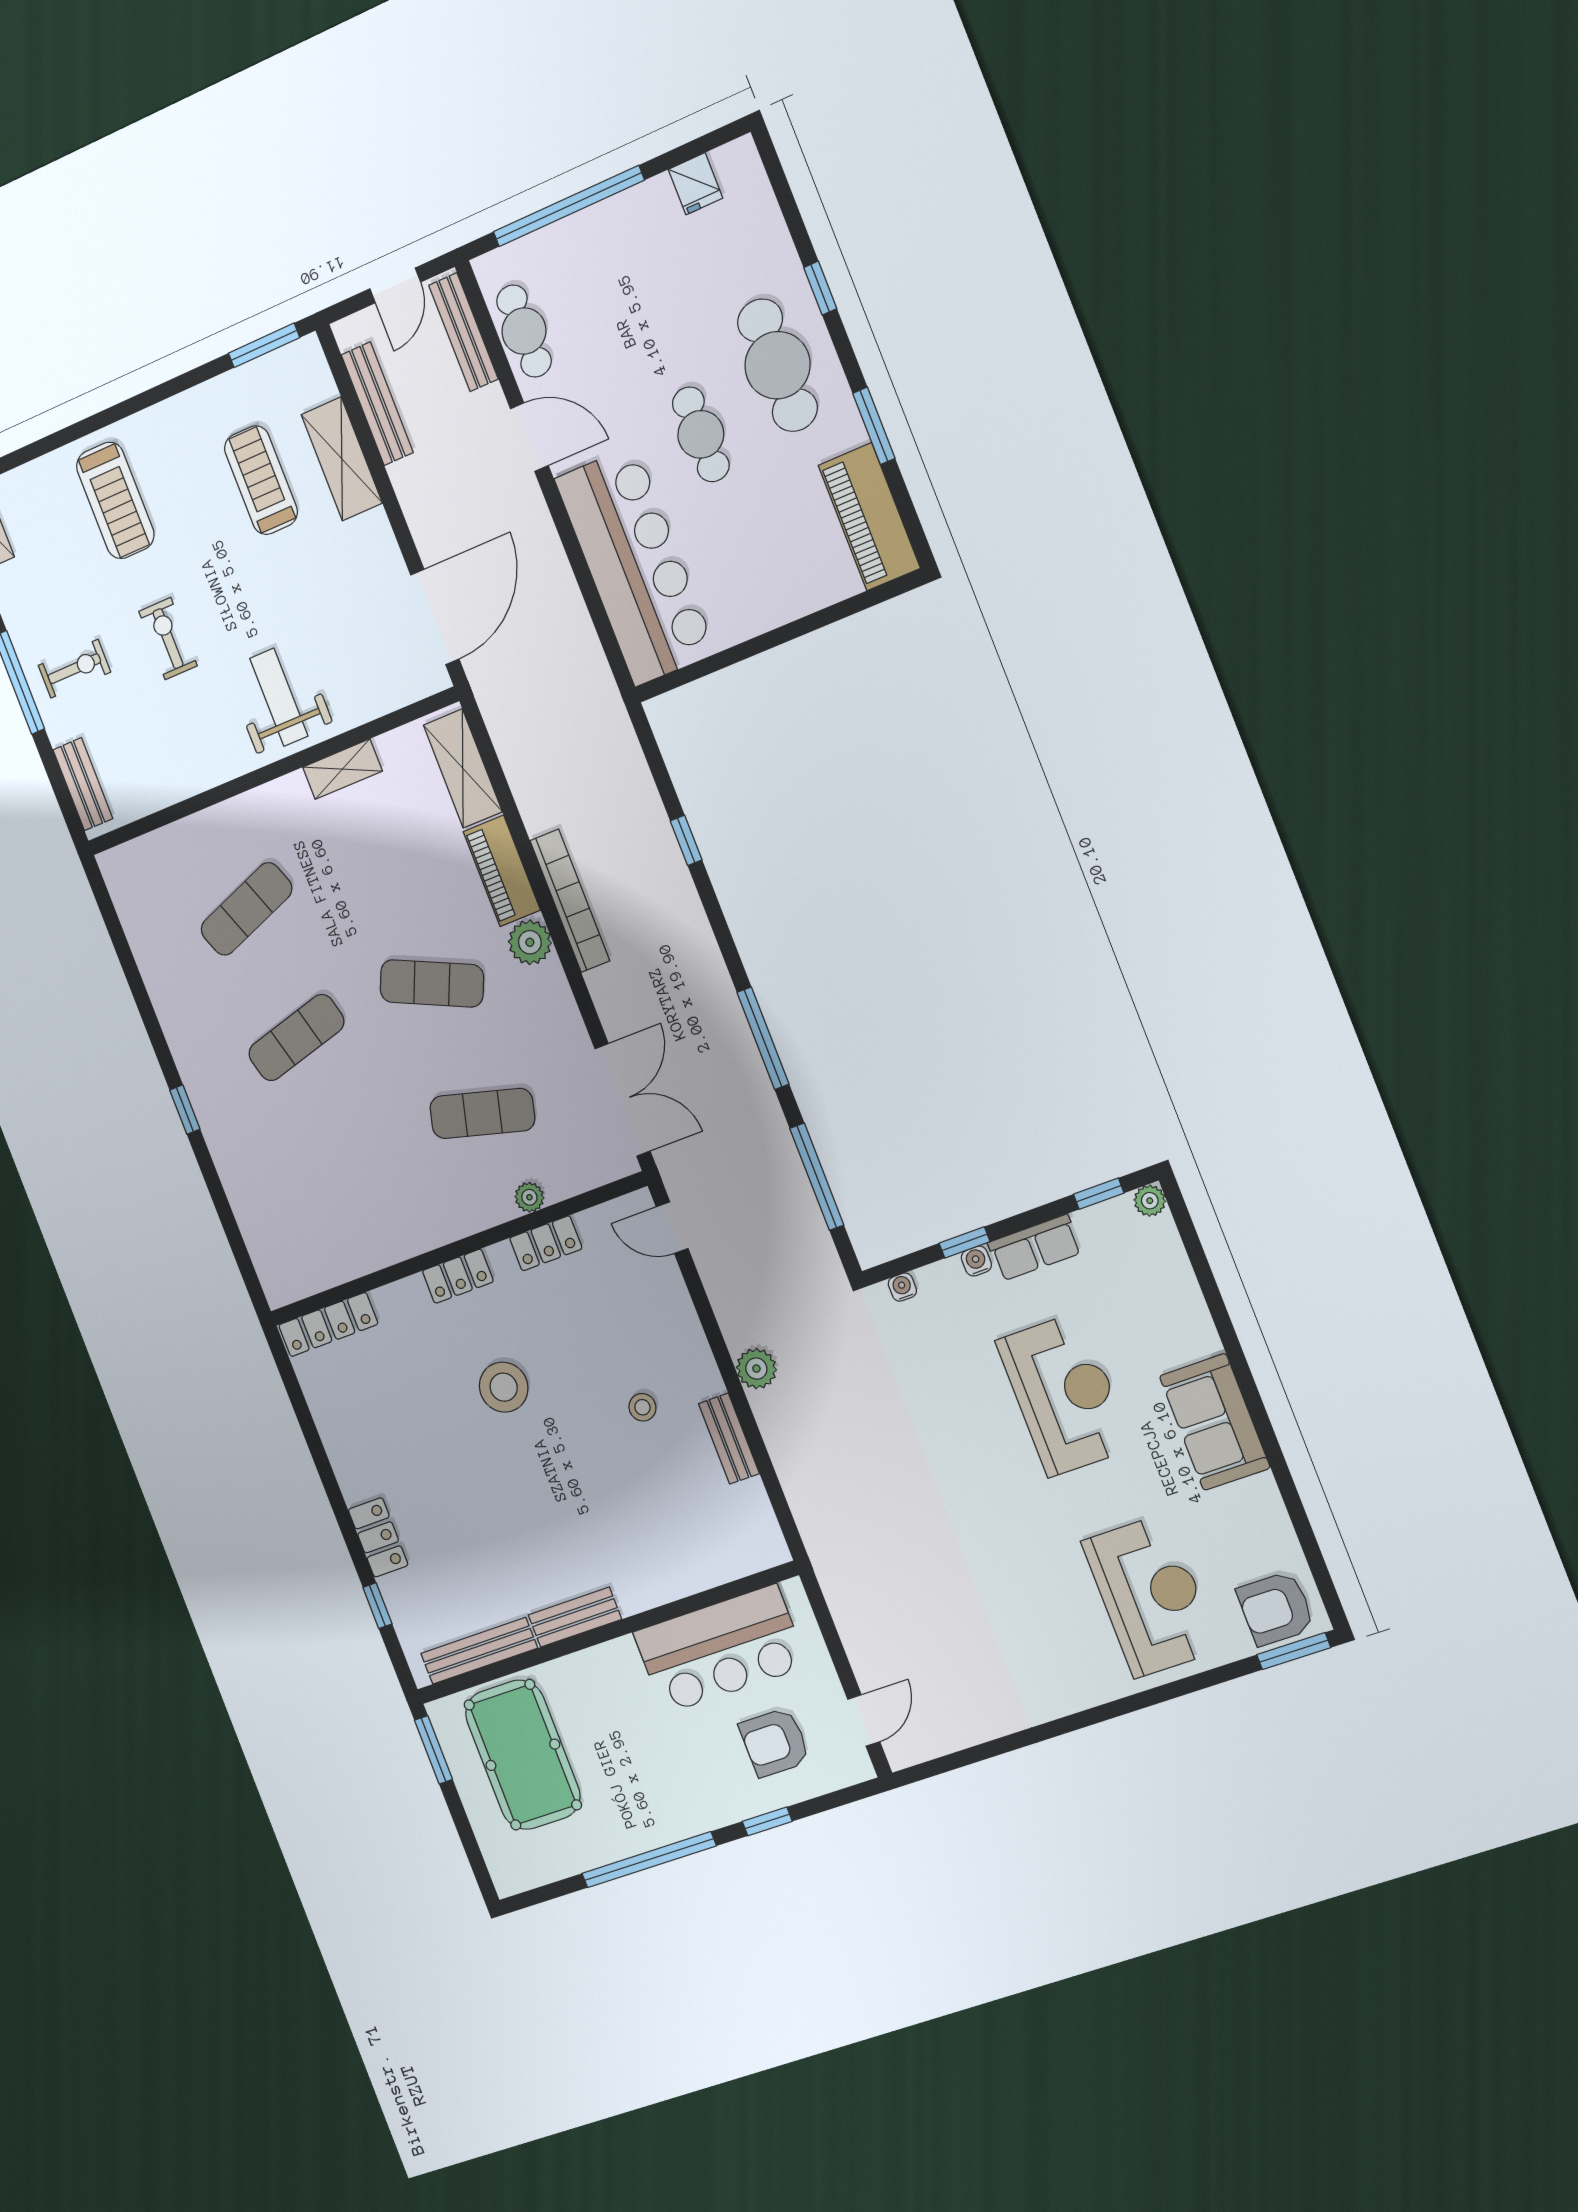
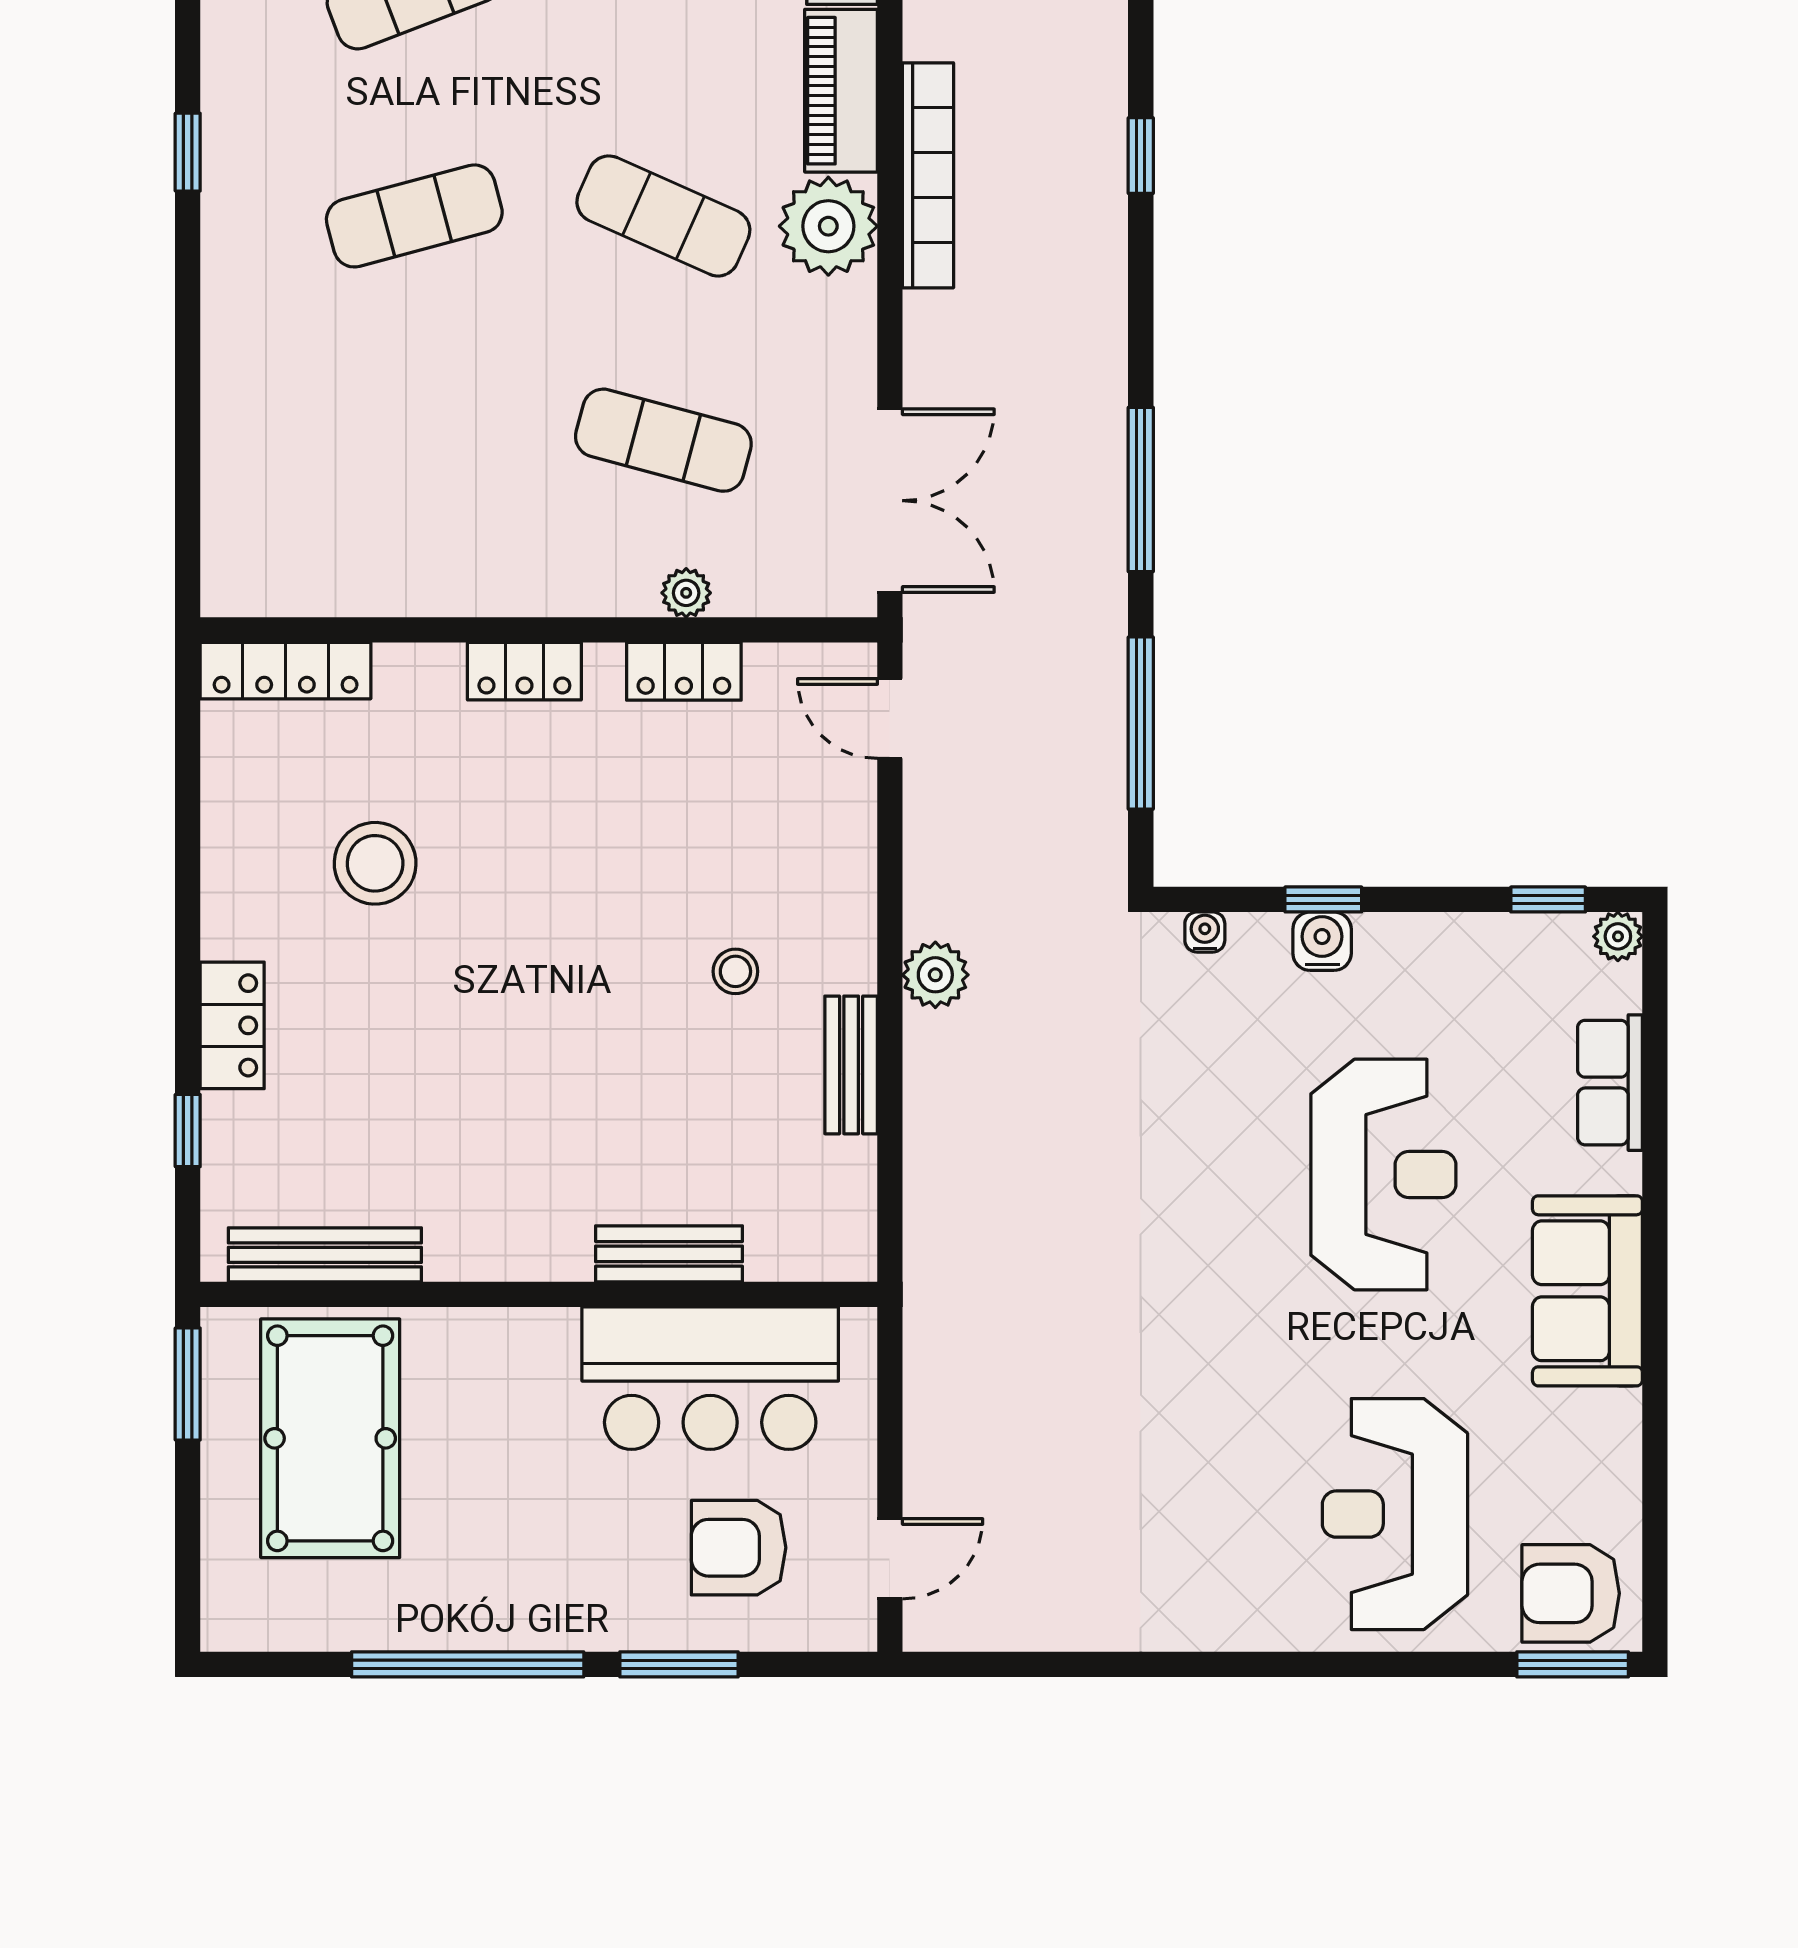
plant: (530, 942) -> (828, 226), width x1.36, depth x1.36
window: (185, 1110) -> (188, 152), moved
row of seats: (1035, 1248) -> (1610, 1083), moved, turned 90
water cooler: (976, 1261) -> (1322, 941), width x1.38, depth x1.38
stool: (504, 1387) -> (375, 863), moved
reception desk: (1150, 1596) -> (1395, 1514), turned 180
bench: (575, 1617) -> (669, 1254), moved
window: (767, 1821) -> (679, 1664), width x1.50

